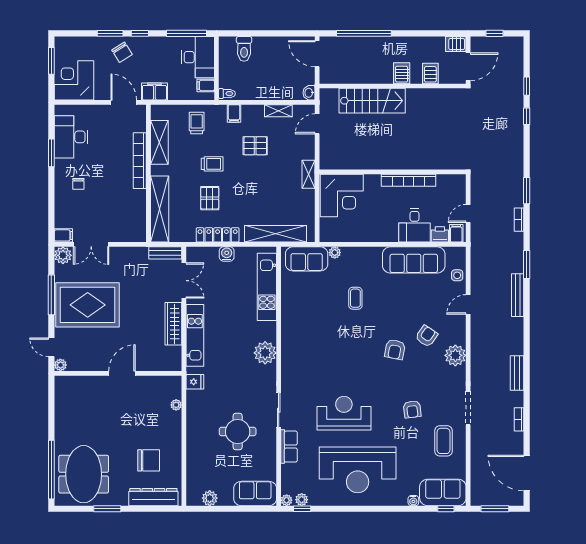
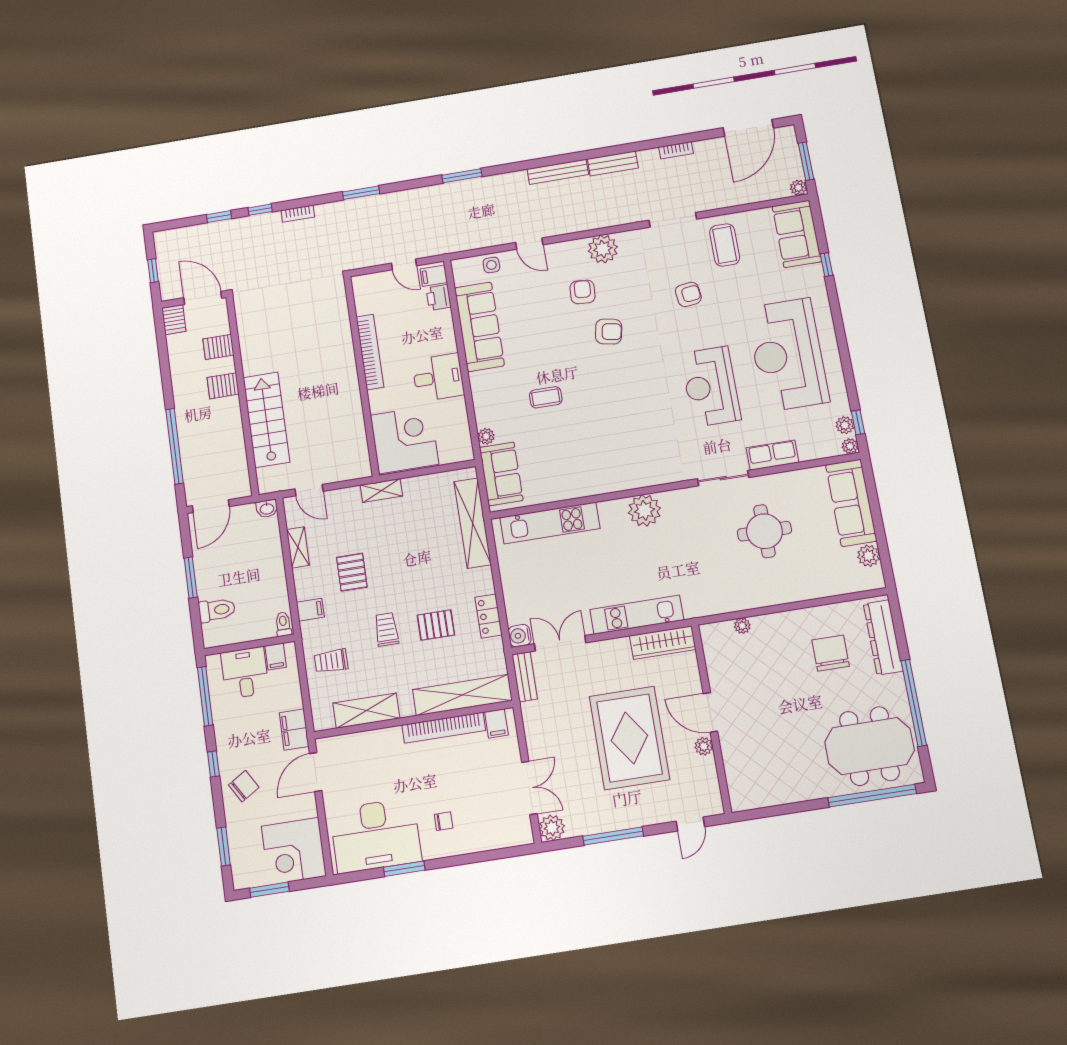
window: (110, 33) -> (224, 846), moved
window: (269, 33) -> (191, 578), added
desk: (198, 57) -> (245, 673), width x0.73
desk: (71, 137) -> (376, 835), width x1.36, depth x1.30
bookcase: (140, 161) -> (444, 728), moved
bookcase: (519, 220) -> (298, 214), moved
desk: (414, 225) -> (438, 377), moved
filing cabinet: (63, 235) -> (496, 723), moved, turned 180
locker: (218, 235) -> (489, 616), width x0.66
water cooler: (227, 254) -> (520, 636), moved
bench: (518, 295) -> (558, 172), moved
rug: (88, 305) -> (629, 738), moved
wardrobe: (173, 324) -> (663, 643), moved
armchair: (427, 336) -> (583, 292), turned 59
plant: (60, 365) -> (704, 746), moved
fridge: (195, 382) -> (704, 604), removed
coffee table: (444, 441) -> (725, 245), turned 90
reception desk: (358, 470) -> (788, 355), turned 180
sofa: (255, 494) -> (851, 503), width x1.36
plant: (476, 500) -> (798, 188), added
water cooler: (413, 501) -> (816, 272), removed
window: (107, 509) -> (914, 703), width x2.11
window: (446, 509) -> (827, 265), moved

